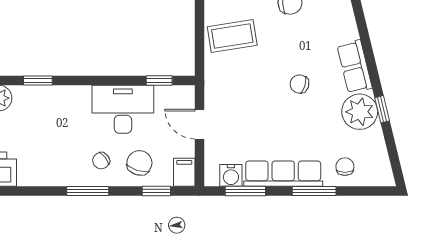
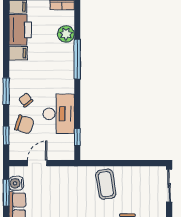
window: (38, 80) -> (77, 59), width x2.17
door: (199, 124) -> (37, 163), moved
filing cabinet: (184, 172) -> (18, 53), moved

